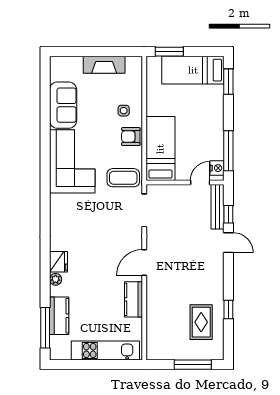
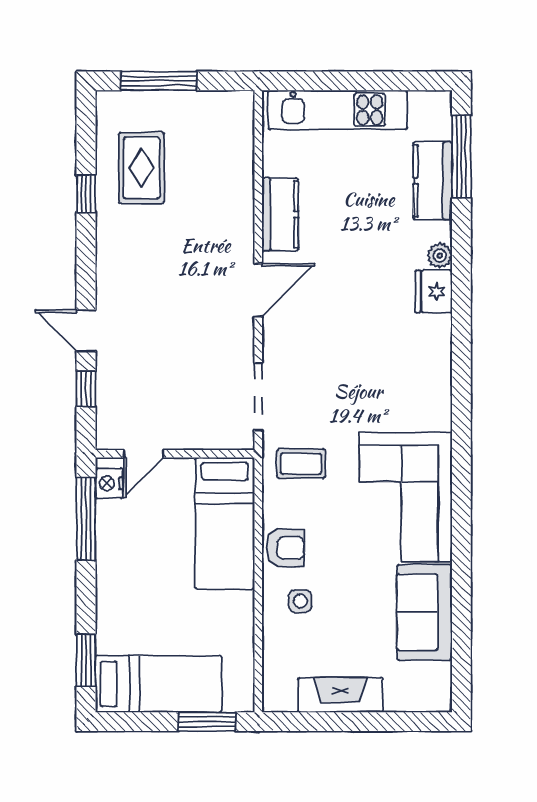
coffee table: (123, 178) -> (301, 464), width x0.73, depth x0.77
bench: (217, 207) -> (108, 404), removed

